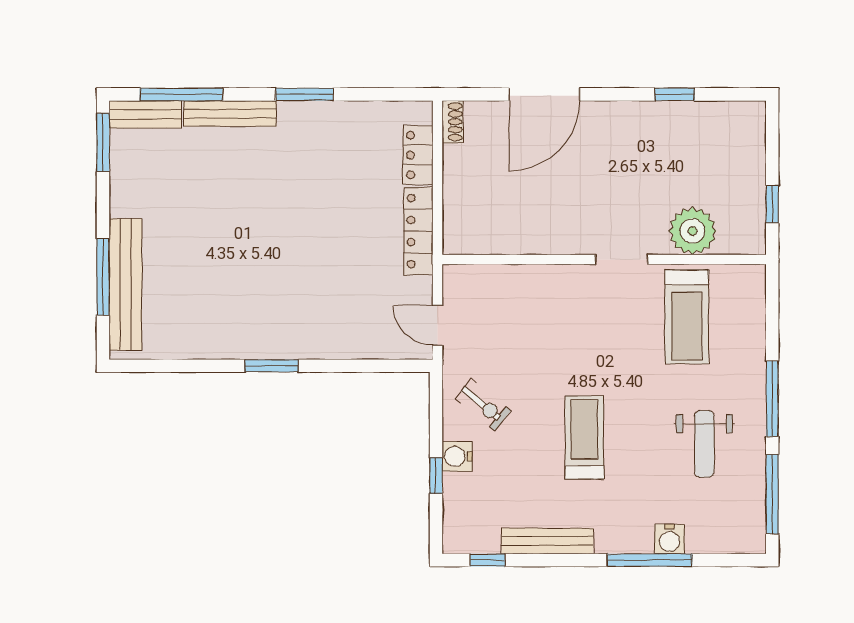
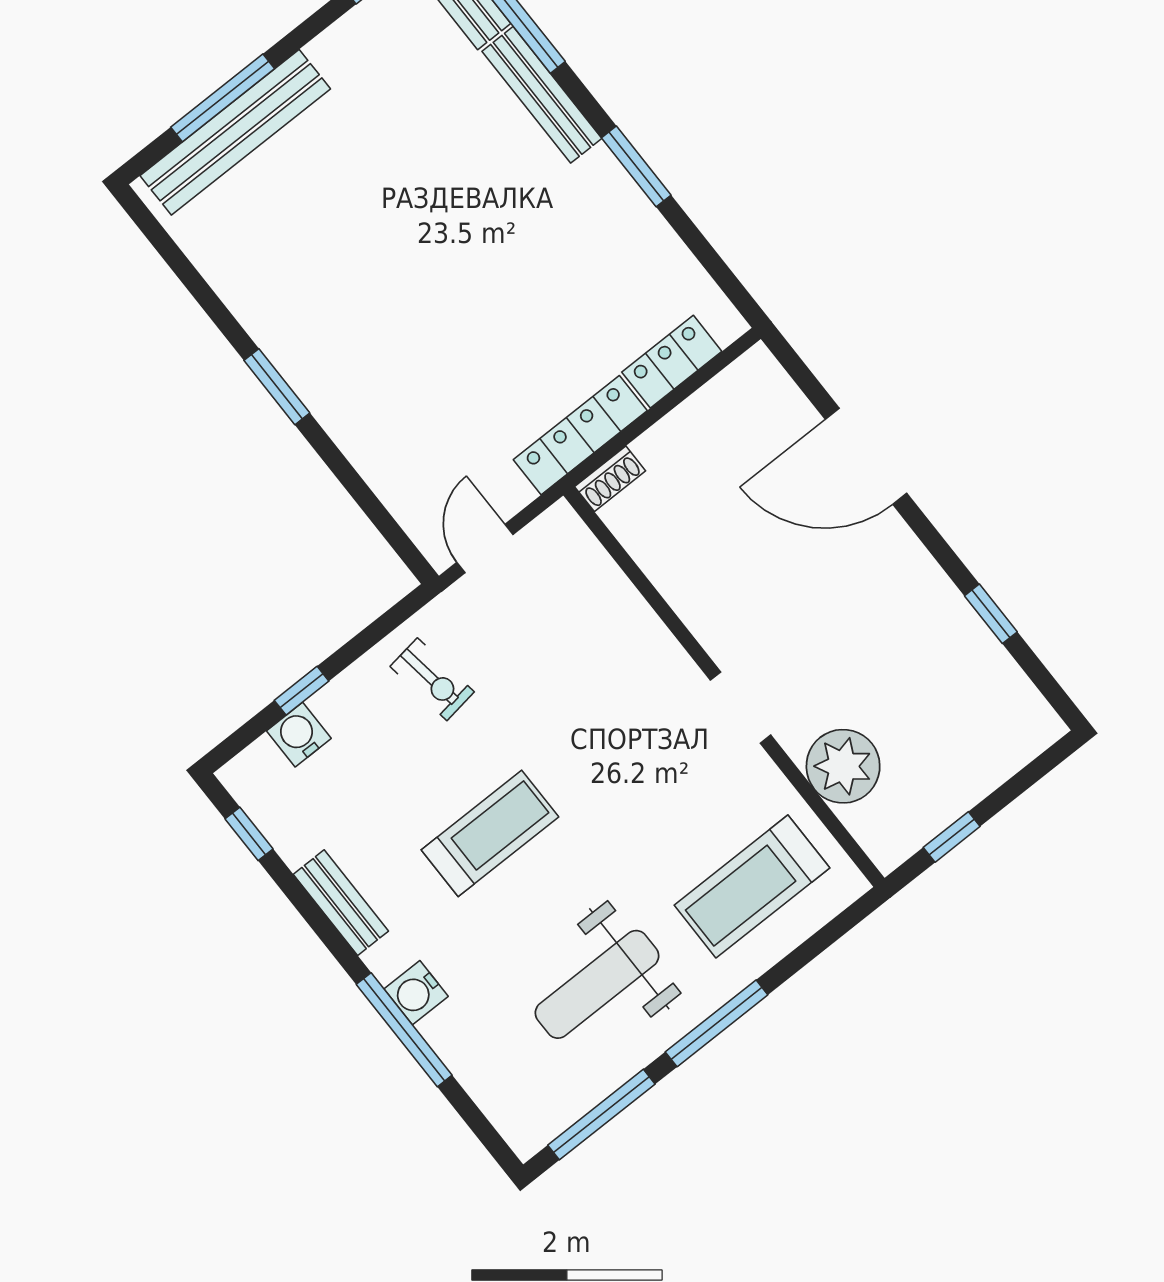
shoe rack: (453, 122) -> (610, 479), moved
treadmill: (687, 317) -> (752, 887), moved
exercise bike: (483, 405) -> (432, 679), turned -47
weight bench: (704, 444) -> (597, 984), width x1.36, depth x1.33
water cooler: (457, 456) -> (299, 735), moved
water cooler: (670, 539) -> (416, 993), moved
bench: (547, 541) -> (341, 903), width x0.73

